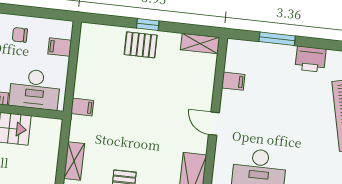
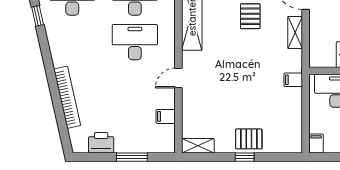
filing cabinet: (60, 47) -> (316, 144), moved, turned -90
door: (214, 124) -> (178, 78), swing flipped

